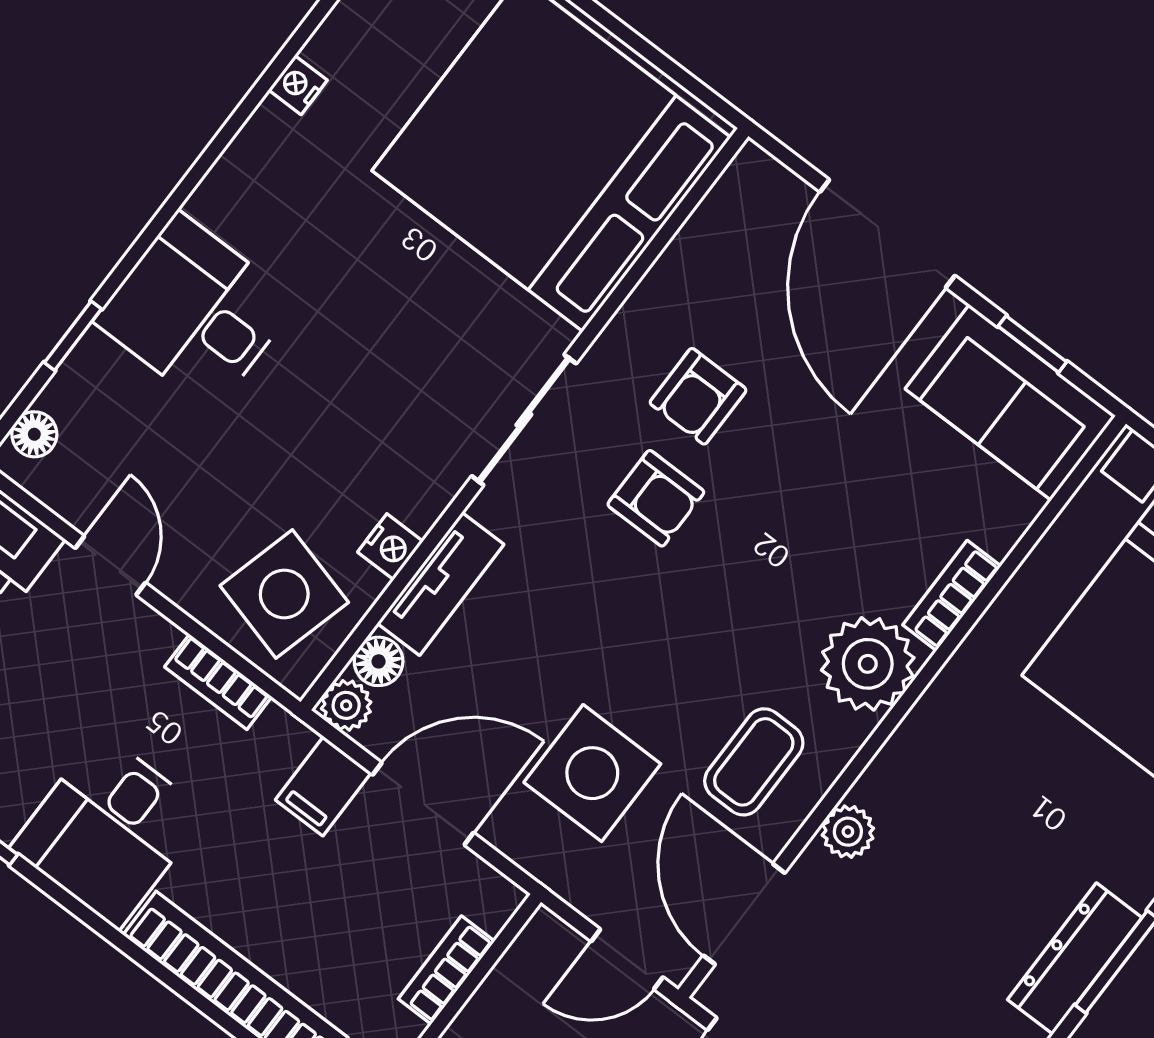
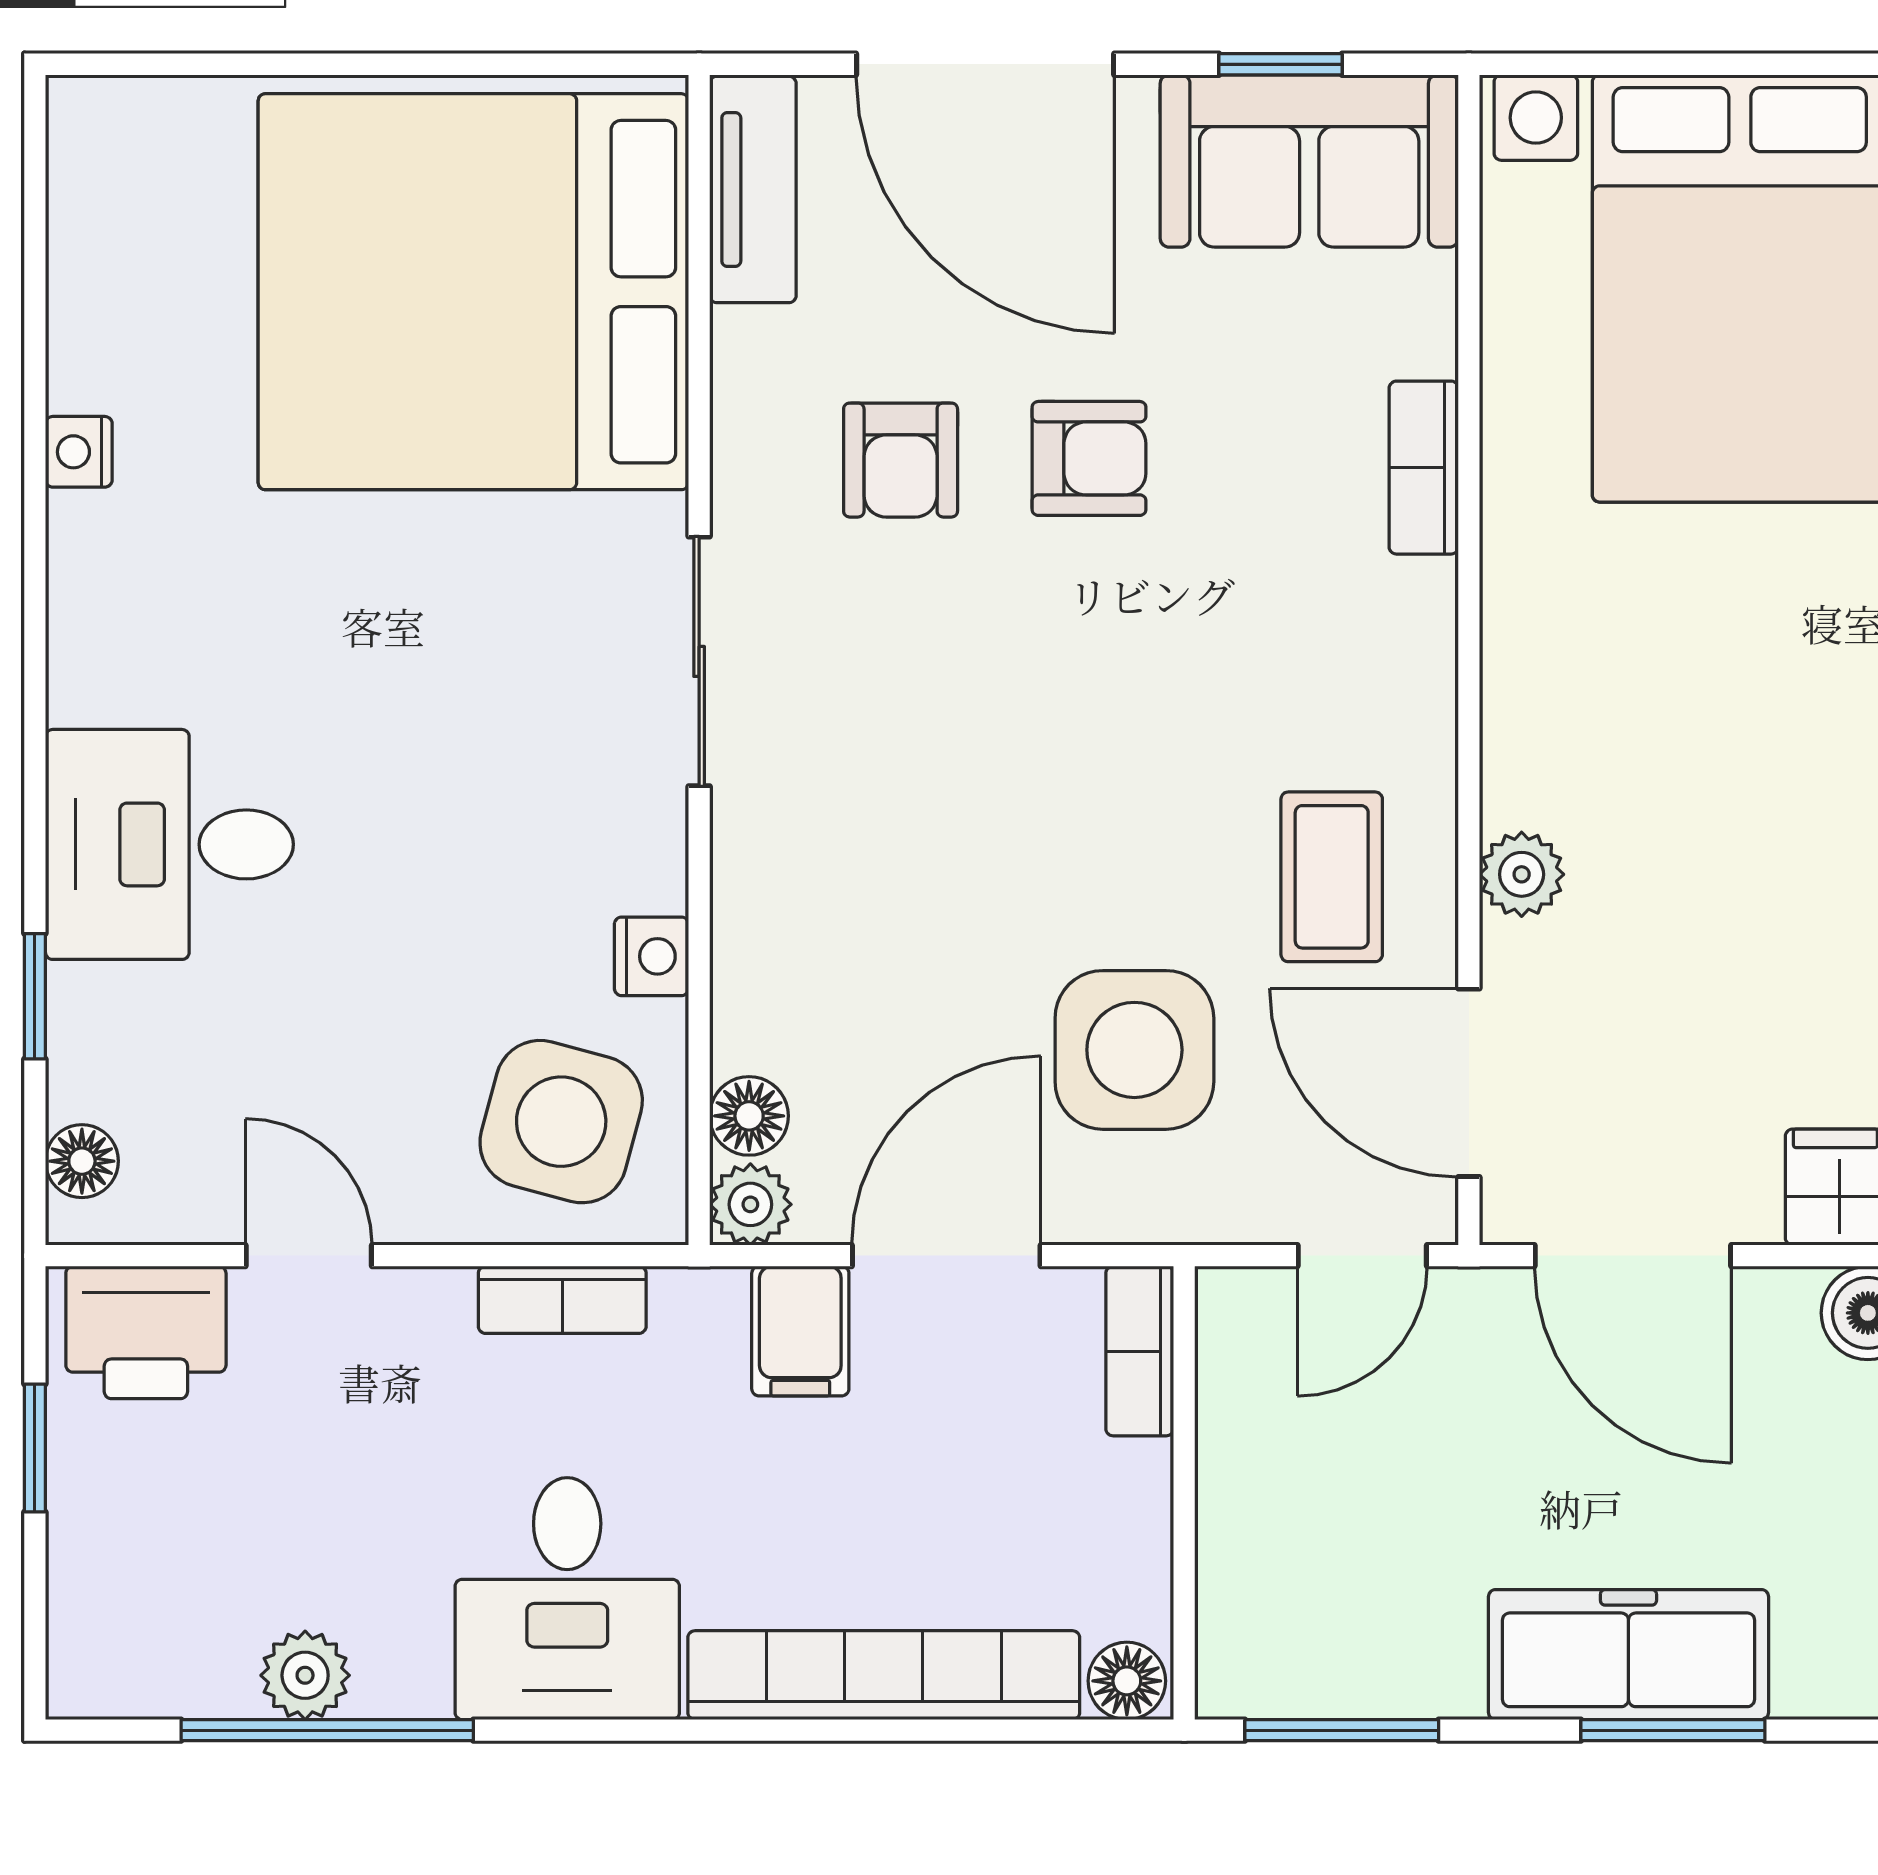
armchair: (656, 498) -> (1089, 458), moved
tv unit: (441, 584) -> (753, 190), moved
plant: (868, 664) -> (1382, 638), removed
bookcase: (446, 970) -> (1140, 1351), moved

